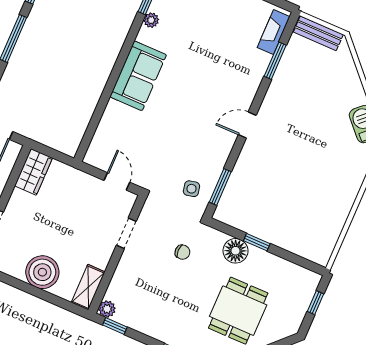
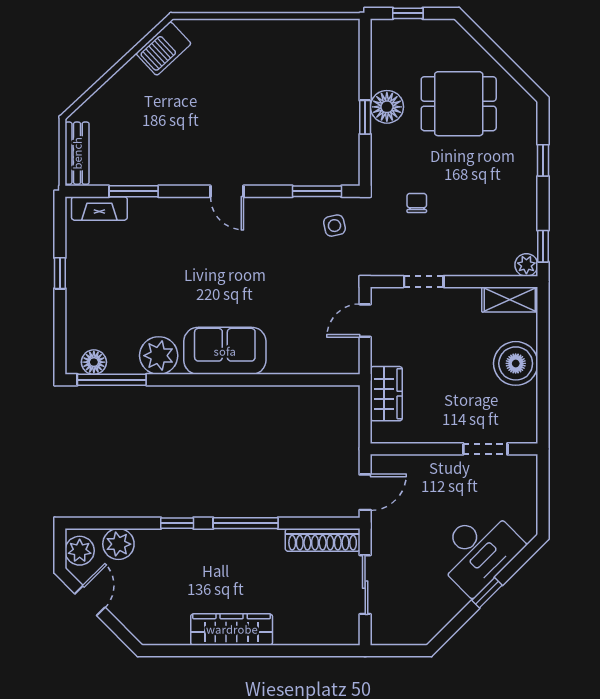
plant: (151, 20) -> (159, 356), width x1.87, depth x1.87
wardrobe: (33, 172) -> (386, 394), moved, turned 90
floor lamp: (236, 251) -> (387, 107), moved

